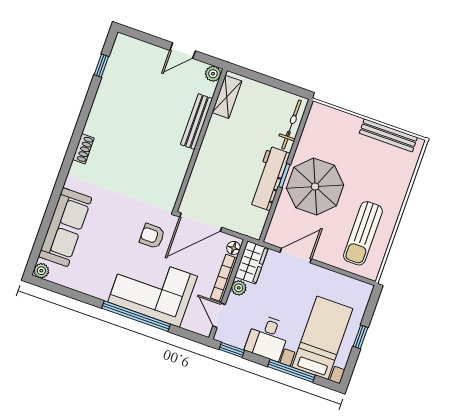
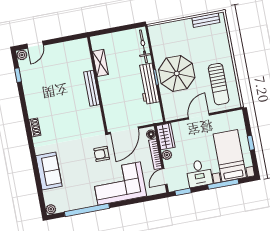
door: (183, 51) -> (35, 45), moved
plant: (213, 74) -> (22, 55), moved
shelving: (227, 97) -> (100, 63), moved
bench: (197, 122) -> (92, 88), moved
bench: (388, 135) -> (206, 20), width x0.73
sofa: (65, 227) -> (49, 171), width x0.73
door: (296, 256) -> (199, 116), moved
door: (219, 315) -> (165, 177), hinge flipped
window: (136, 316) -> (87, 210), moved

